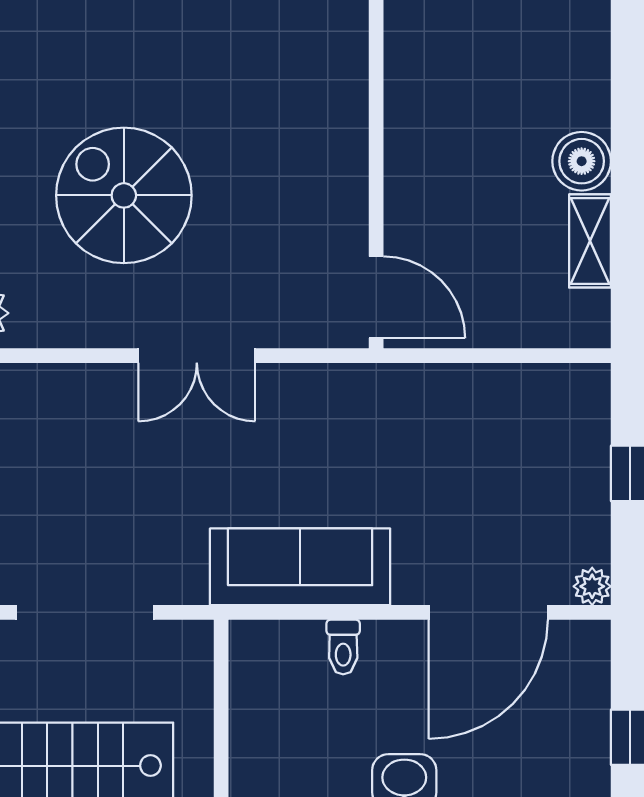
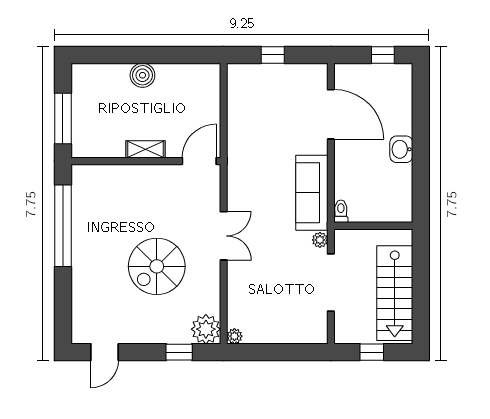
shelving: (590, 241) -> (145, 149), moved
plant: (592, 586) -> (320, 240), moved
toilet: (343, 647) -> (341, 211), moved, turned -90

